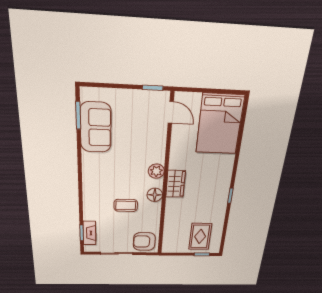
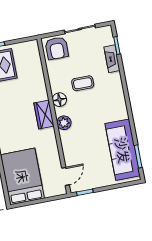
door: (171, 112) -> (65, 176), swing flipped
sofa: (96, 127) -> (123, 150), width x1.36
fireplace: (89, 233) -> (112, 59), moved
armchair: (144, 242) -> (57, 48), turned 90

